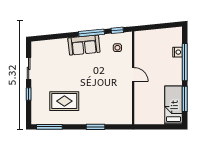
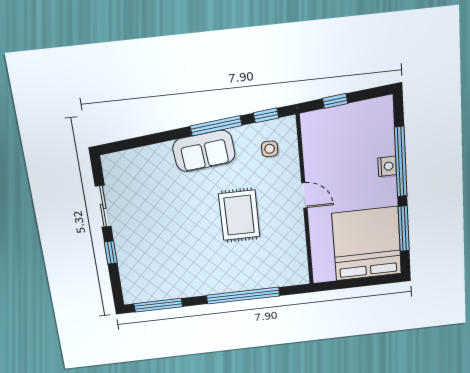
window: (153, 27) -> (335, 101), added
nightstand: (178, 52) -> (387, 166), moved
rug: (64, 101) -> (239, 215), moved, turned 90
bed: (174, 105) -> (367, 244), width x2.04
window: (96, 127) -> (243, 296), width x2.11

